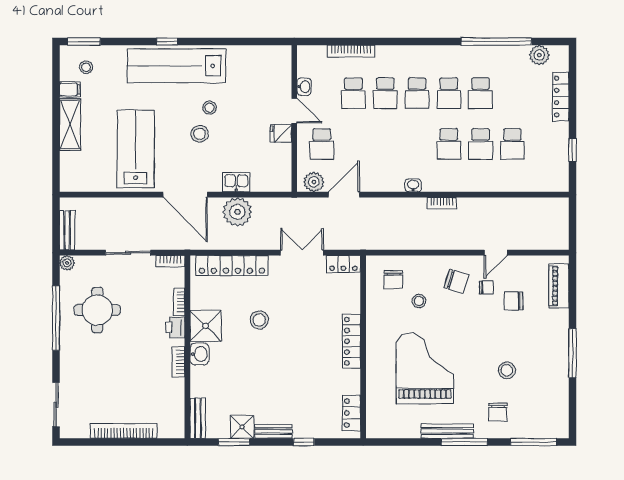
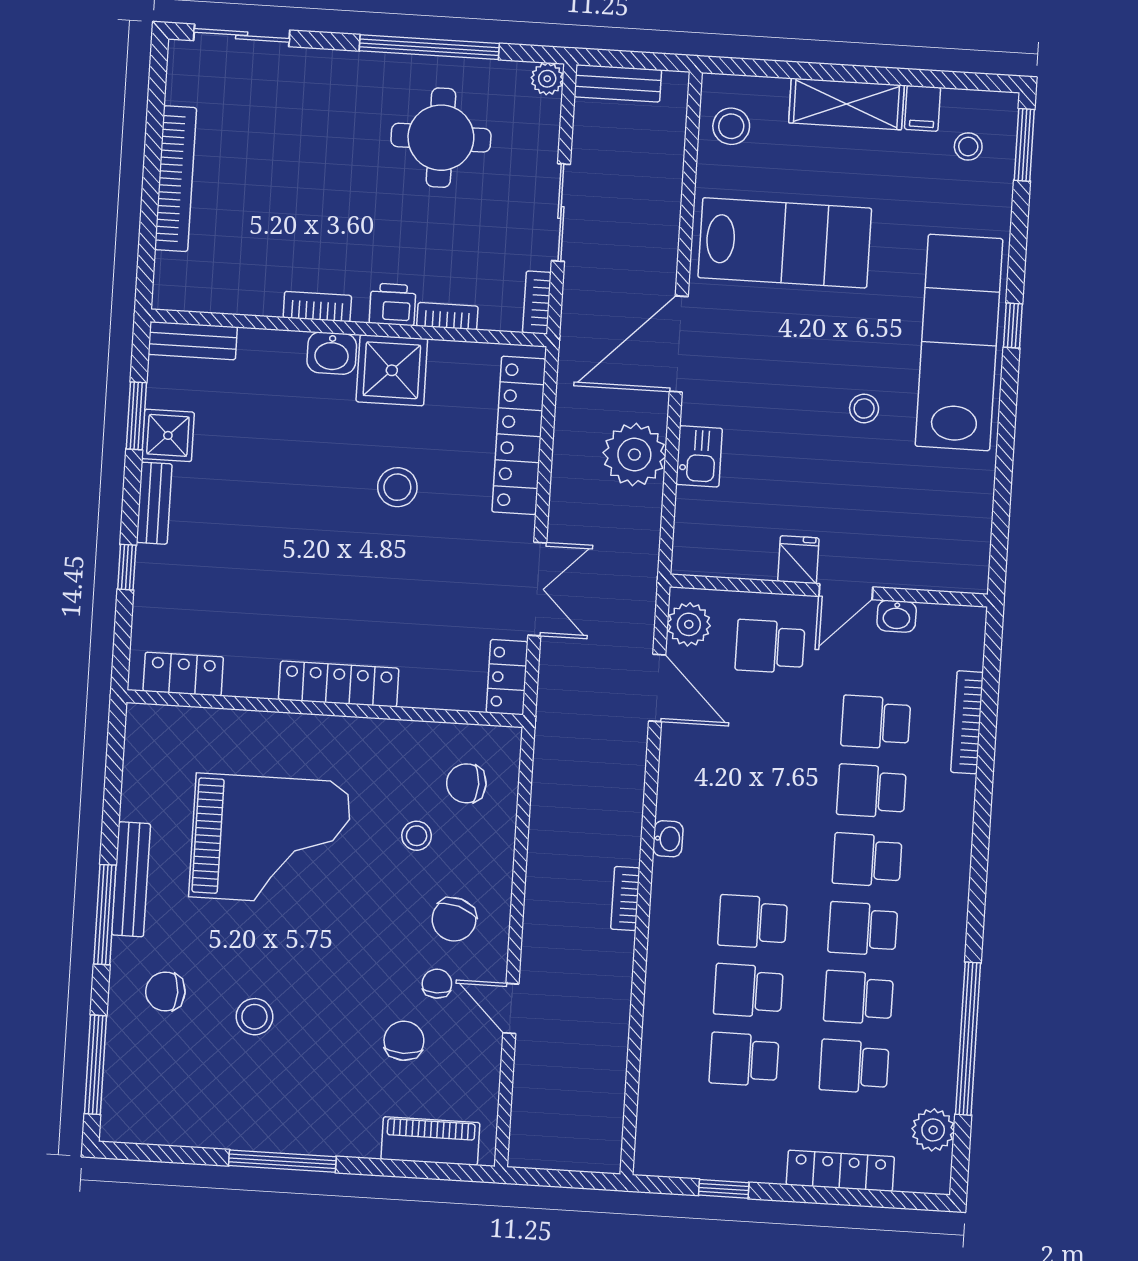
school desk: (512, 93) -> (854, 1066), added
stool: (200, 134) -> (731, 126), moved
chair: (486, 287) -> (437, 984), turned 180

